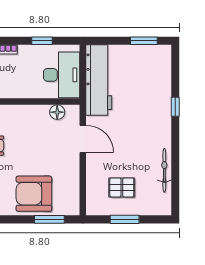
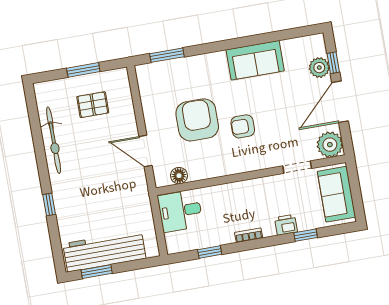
desk: (62, 75) -> (180, 211), width x0.73
workbench: (99, 80) -> (104, 251), moved, turned 90
bicycle: (164, 170) -> (54, 140), width x1.37, depth x1.40
armchair: (34, 194) -> (197, 120), moved, turned -90

